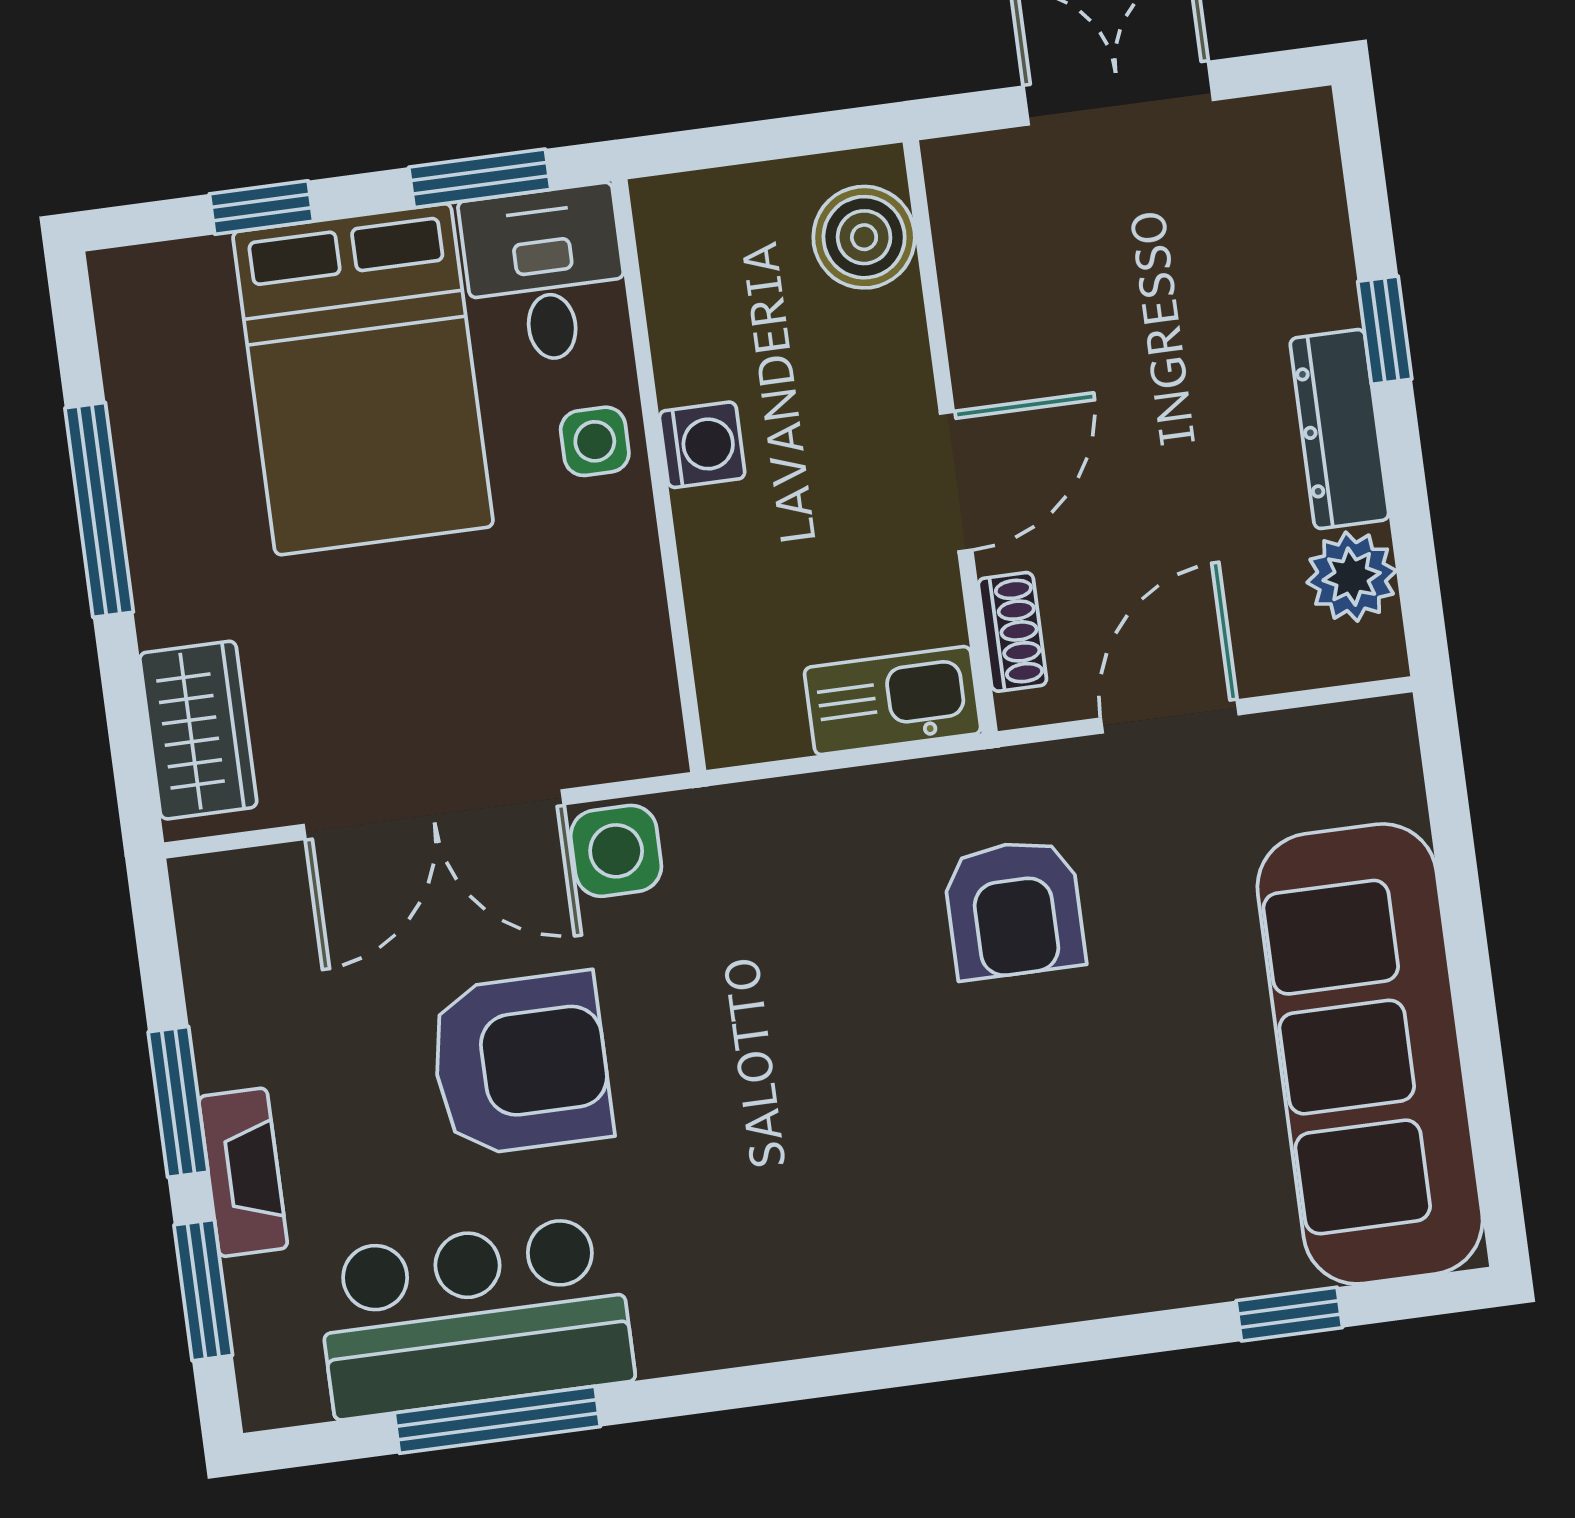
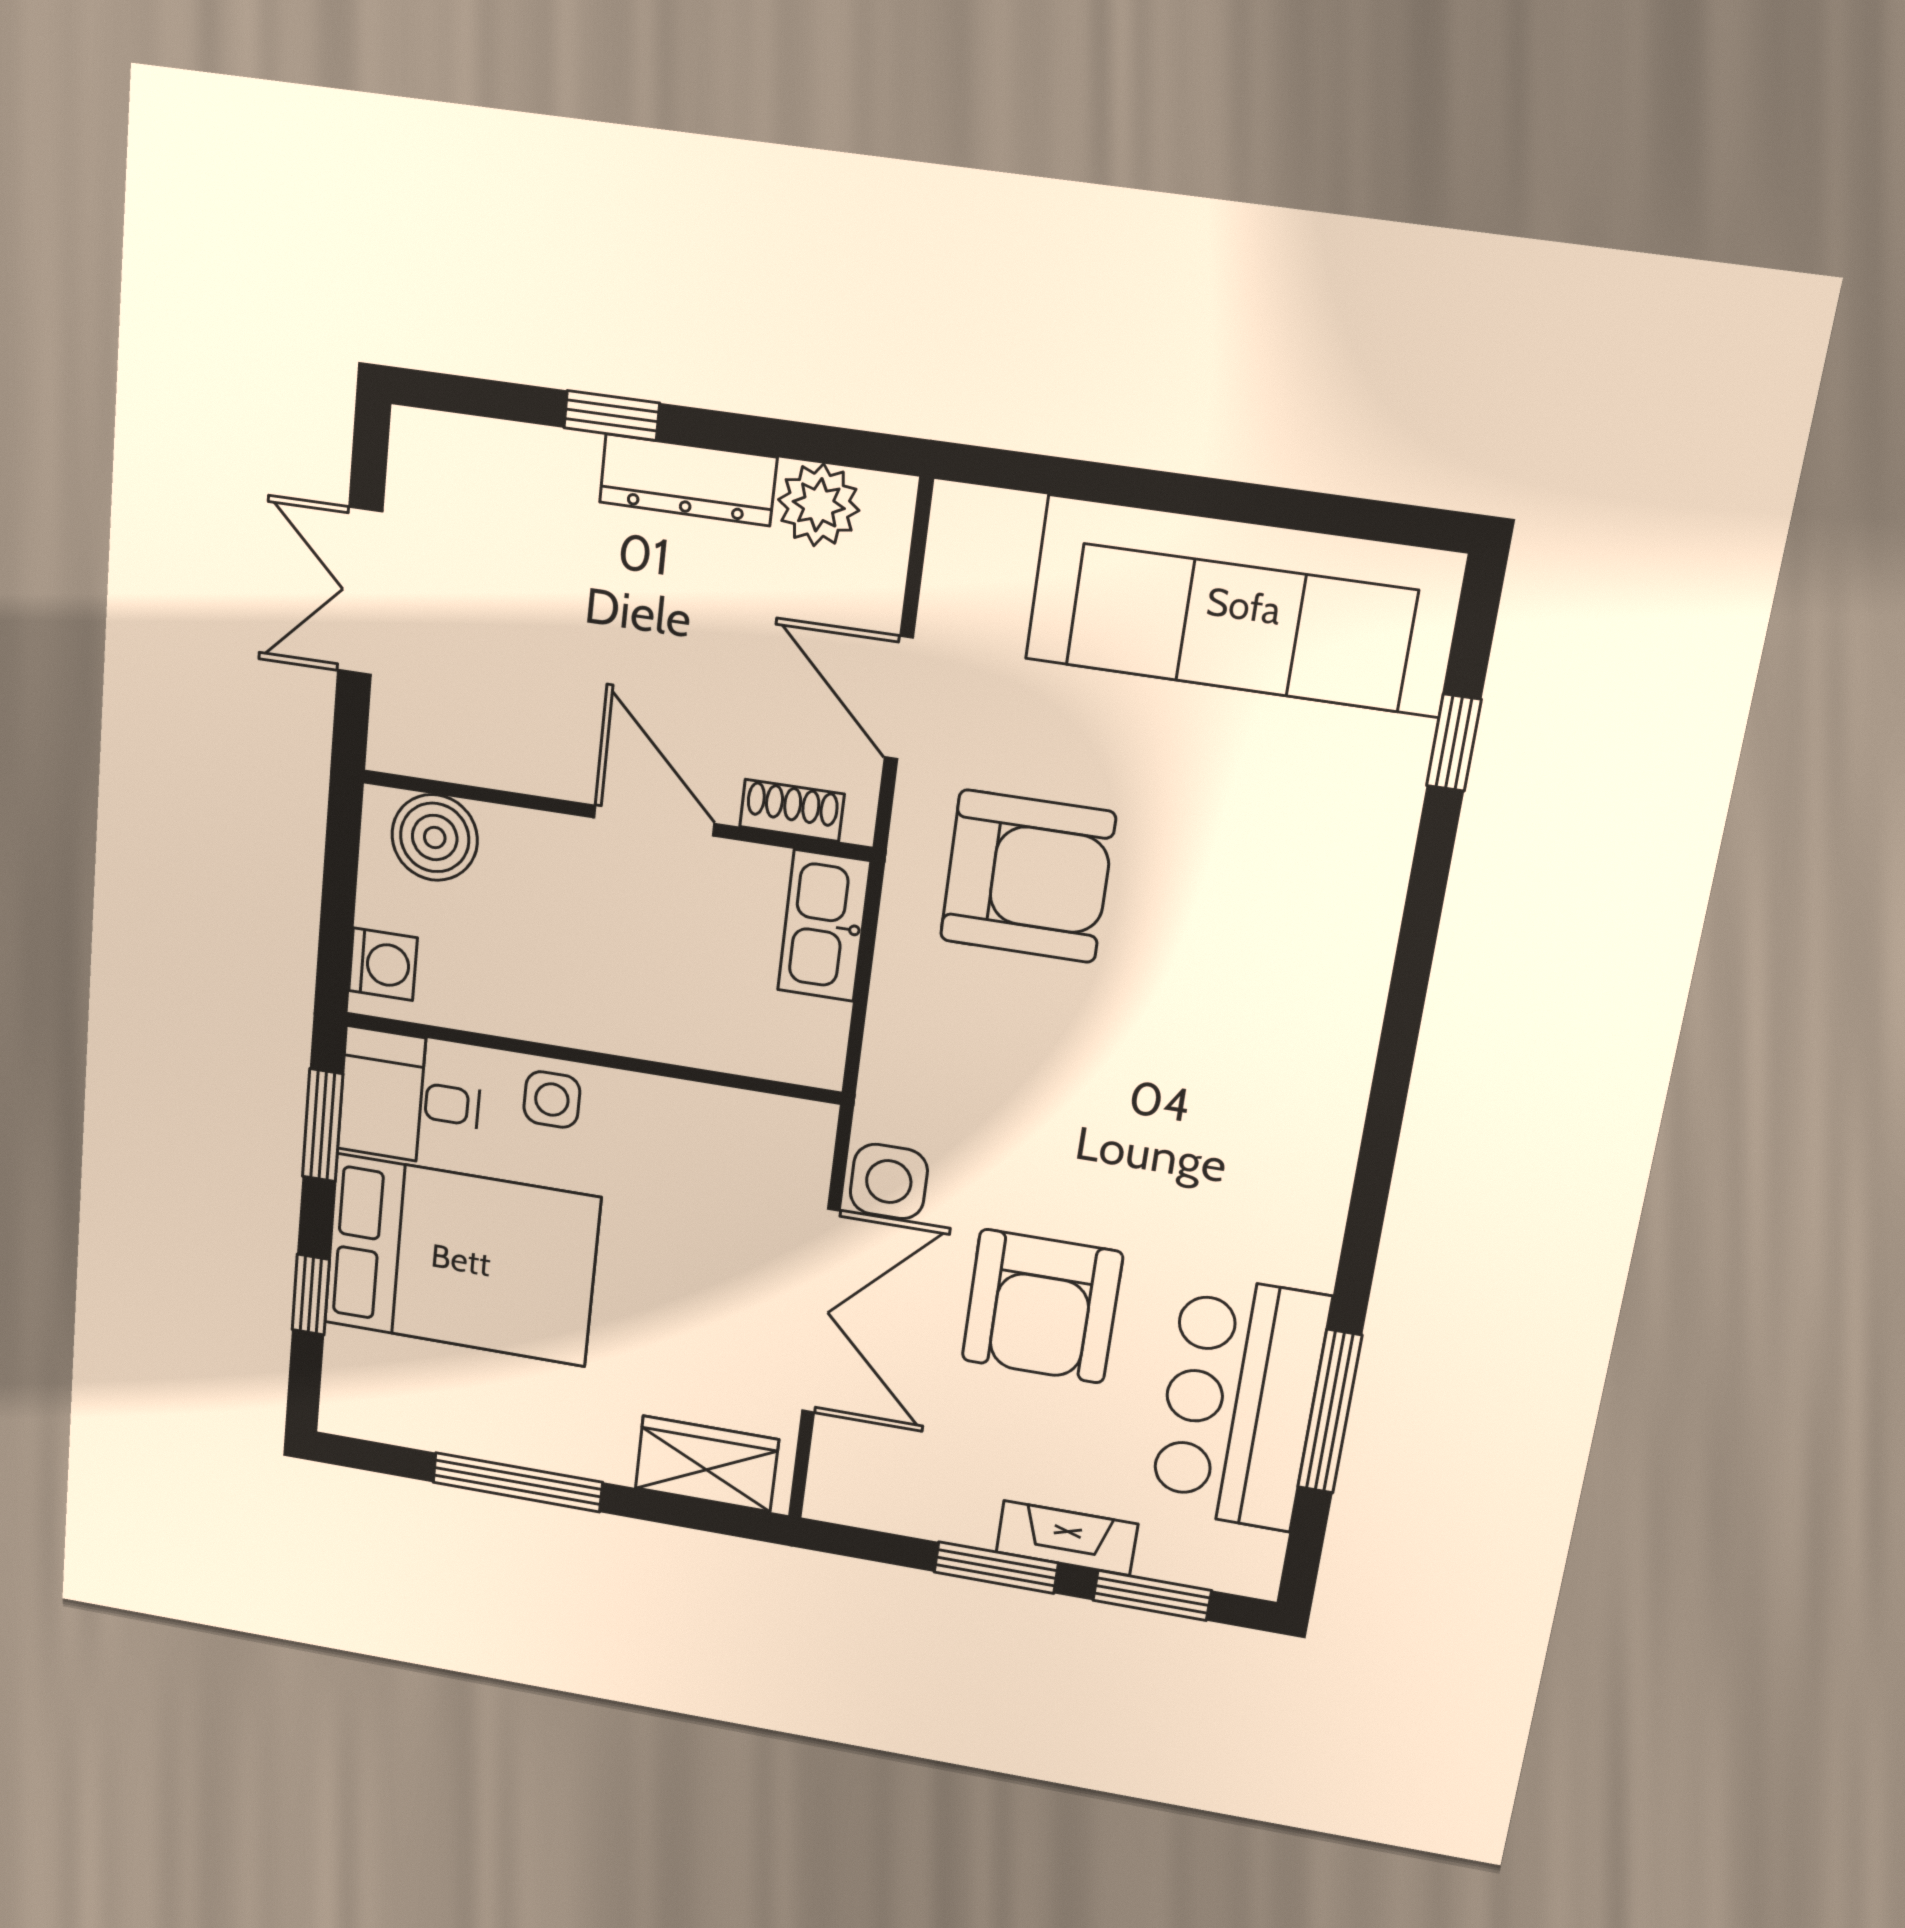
washing machine: (702, 445) -> (383, 964), moved, turned 90
armchair: (1014, 909) -> (1028, 876), width x1.36, depth x1.36
armchair: (521, 1064) -> (1042, 1306), turned 180

